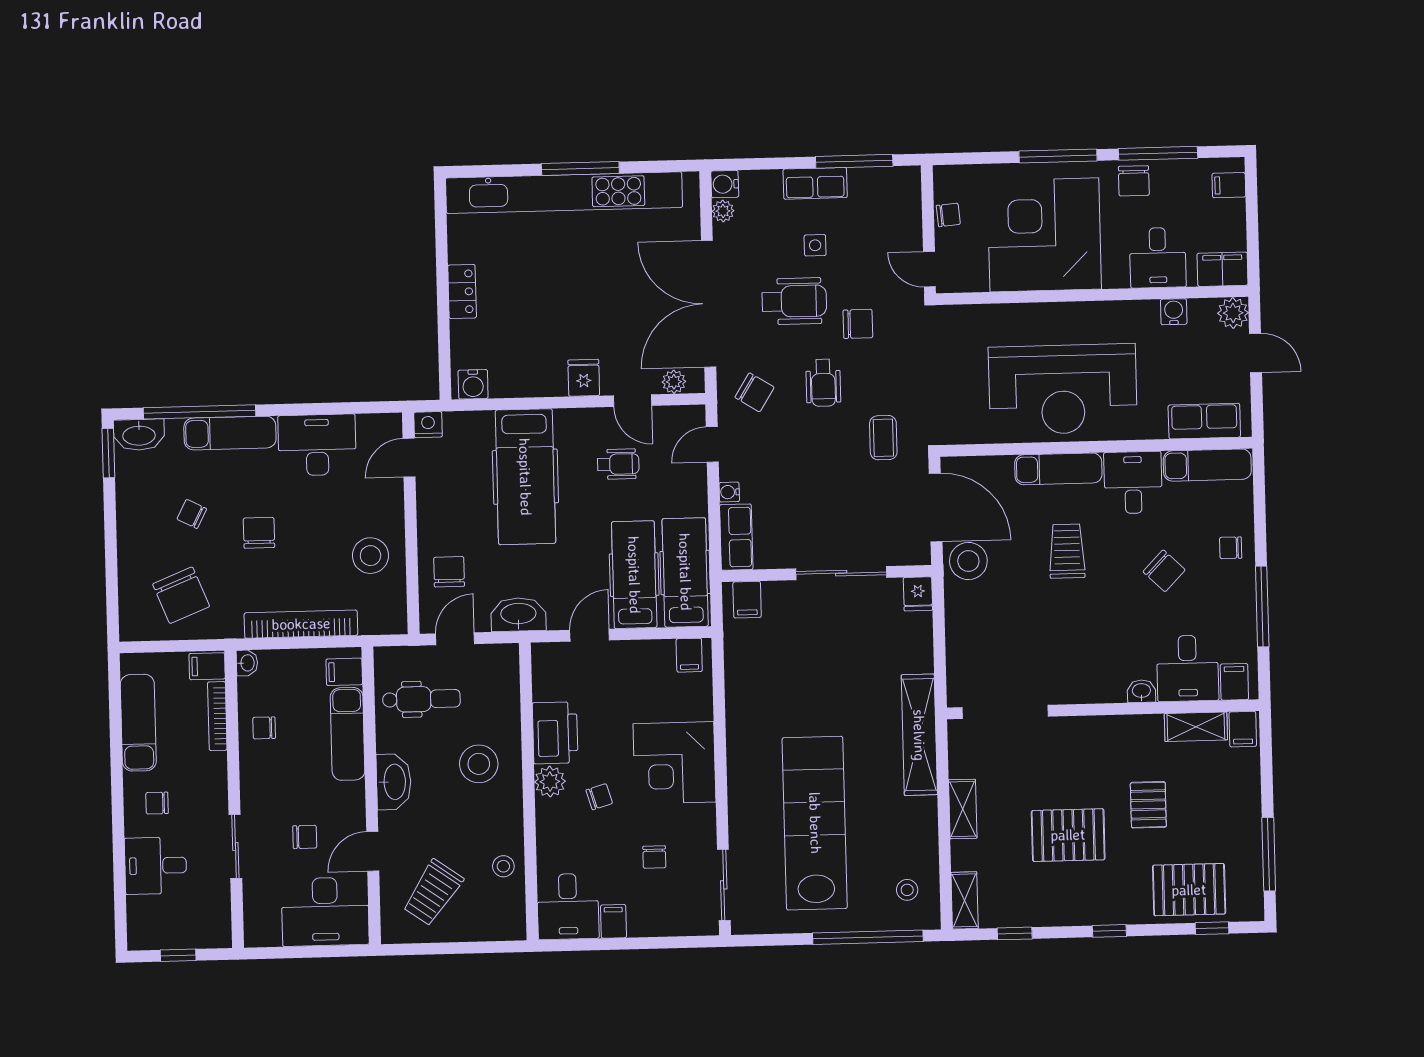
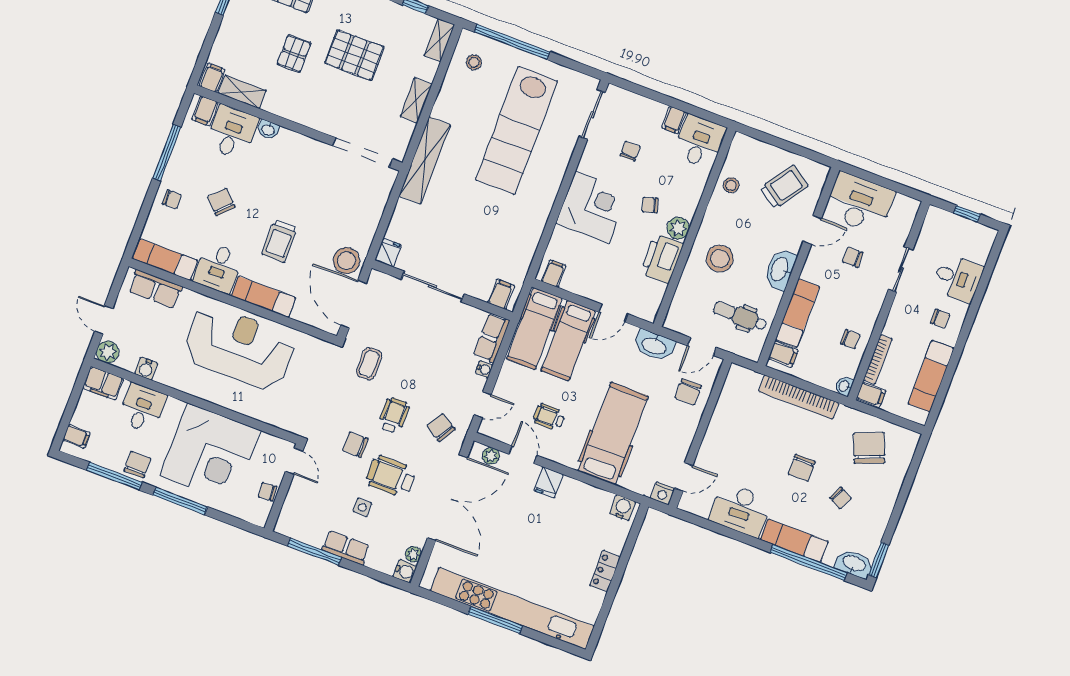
stool: (370, 556) -> (735, 423), removed

